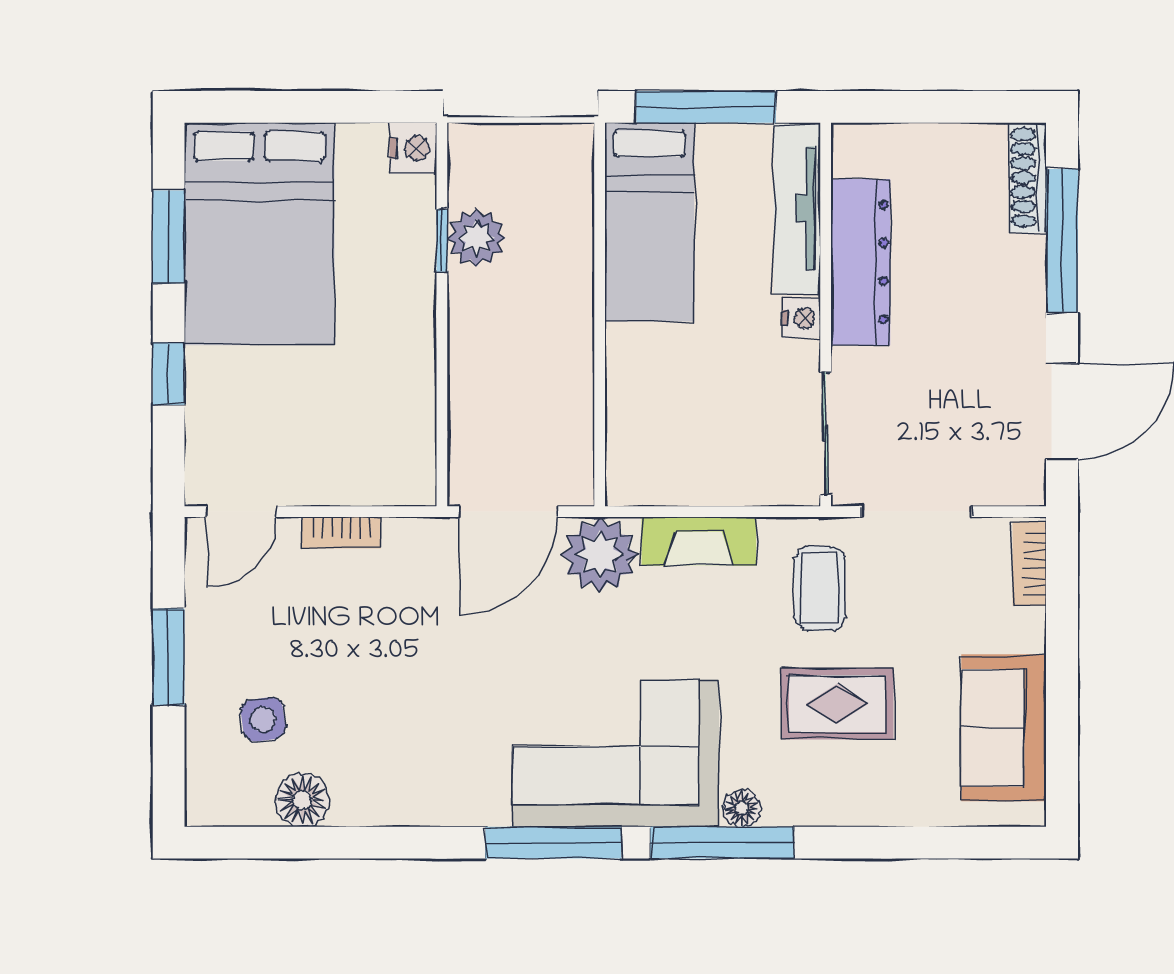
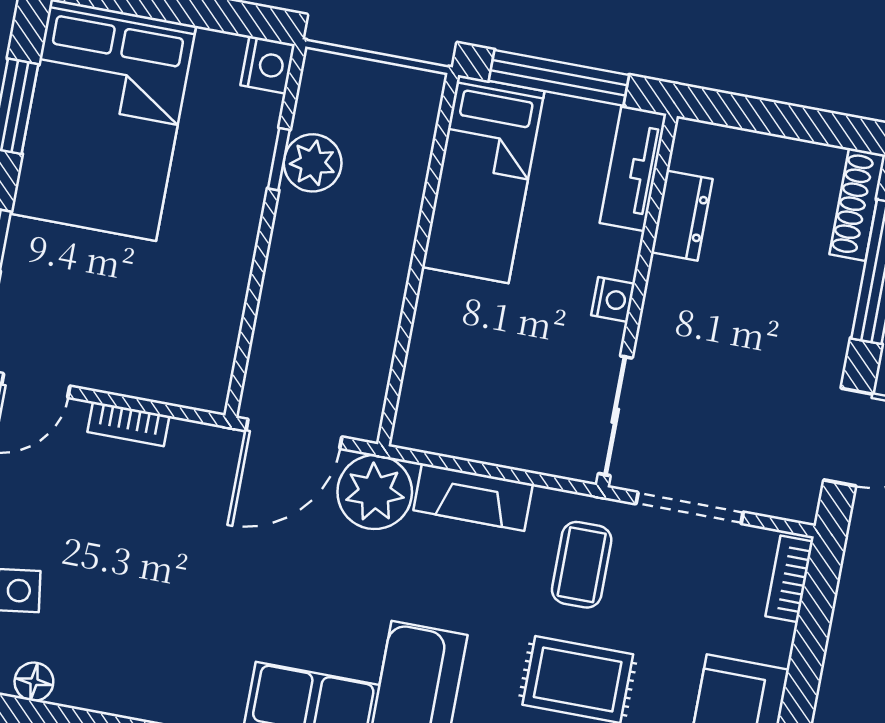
tv unit: (797, 208) -> (633, 168), width x0.71
dresser: (860, 262) -> (682, 216), width x0.51, depth x0.80
floor lamp: (302, 800) -> (34, 682), width x0.73, depth x0.73

